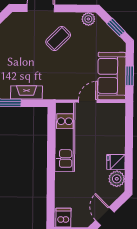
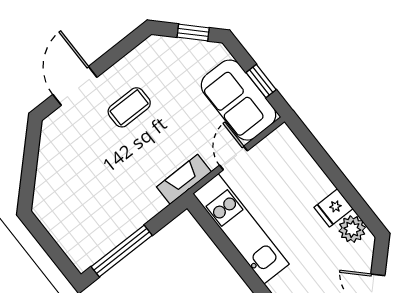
plant: (88, 19) -> (148, 50), removed
coffee table: (58, 39) -> (129, 107), turned 45
fireplace: (27, 92) -> (184, 179), moved

